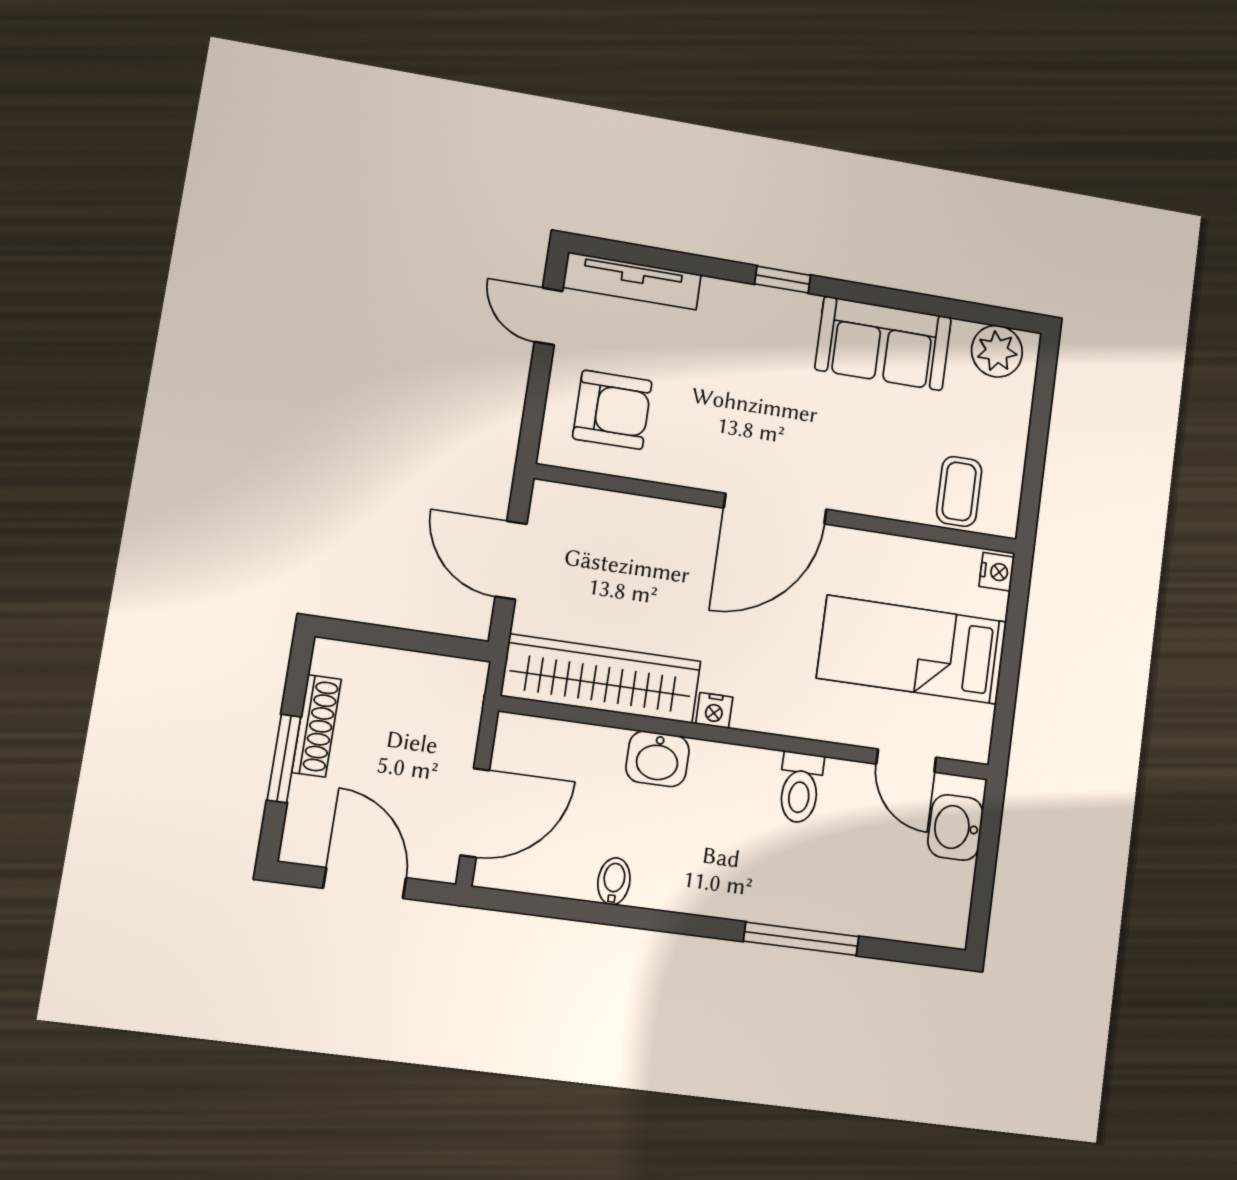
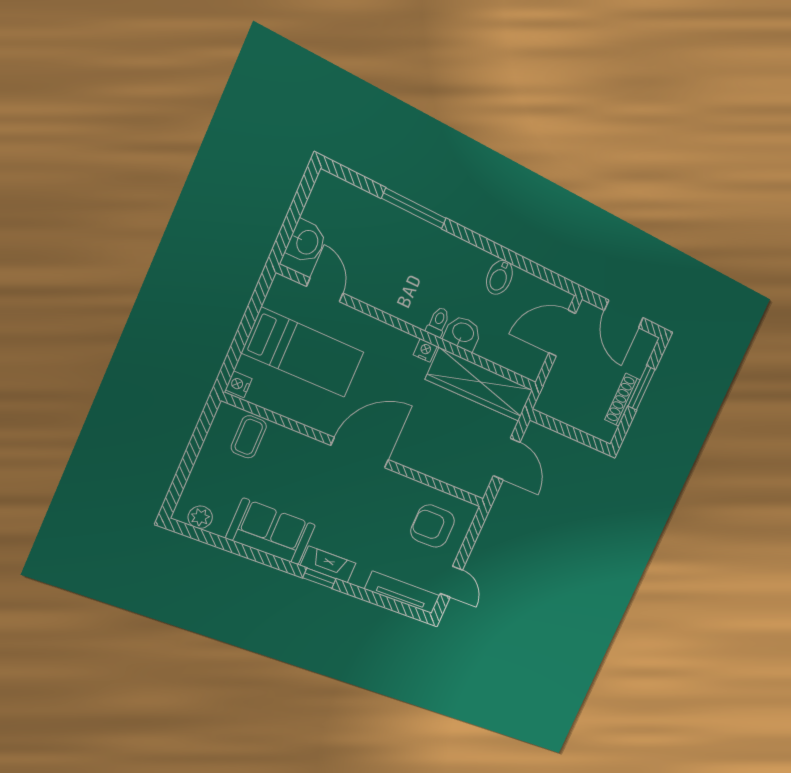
fireplace: (775, 306) -> (328, 564), added
plant: (997, 351) -> (200, 517), width x0.73, depth x0.73
toilet: (800, 788) -> (438, 322), moved, width x0.73, depth x0.72
bidet: (614, 881) -> (499, 277), width x1.38, depth x1.36

